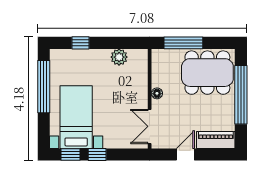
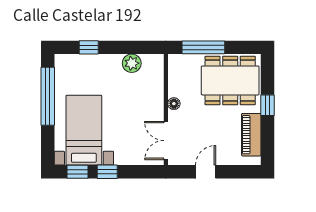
window: (241, 95) -> (267, 105), width x0.32
piano: (216, 140) -> (251, 135), moved, turned -90

